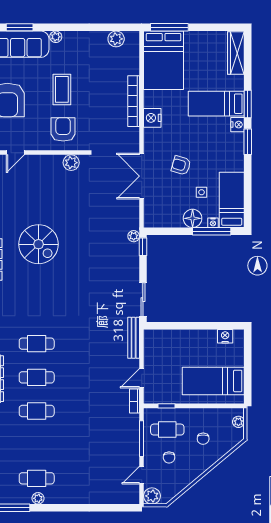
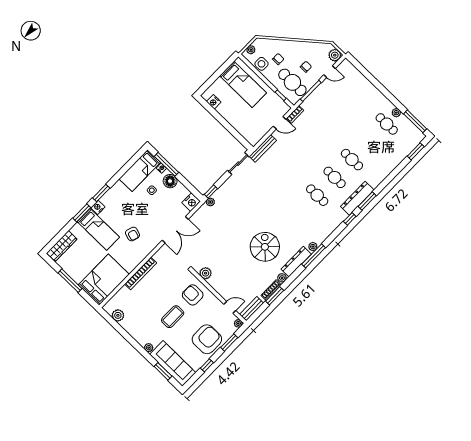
window: (169, 27) -> (70, 281), moved
nightstand: (152, 118) -> (191, 202), moved
armchair: (63, 129) -> (193, 295), turned 90
armchair: (181, 165) -> (132, 234), moved
side table: (215, 418) -> (261, 64), added
cafe table: (167, 430) -> (292, 82), width x1.37, depth x1.35

